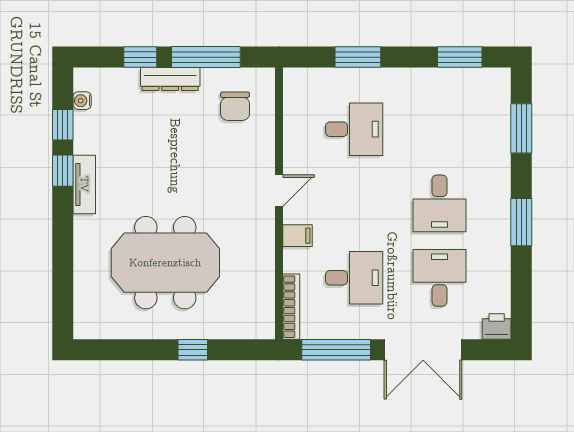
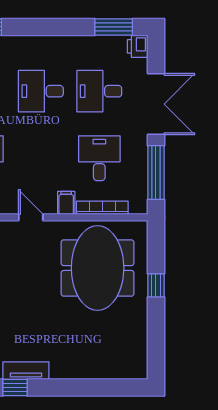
desk: (440, 203) -> (41, 91), turned 180
window: (521, 222) -> (114, 27), moved
meeting table: (165, 263) -> (98, 268), moved
bookcase: (291, 307) -> (102, 208), moved

